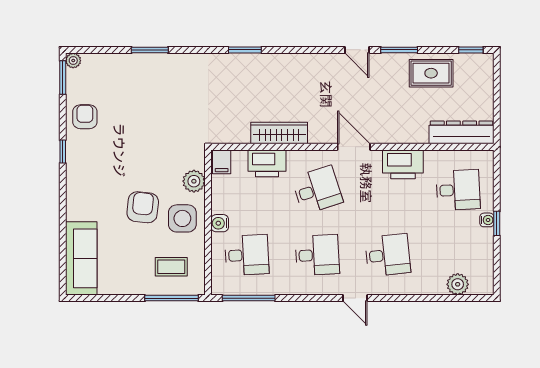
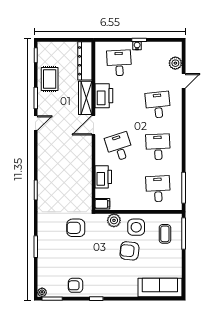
armchair: (181, 117) -> (76, 228), added
wardrobe: (279, 133) -> (85, 98), moved
water cooler: (220, 223) -> (139, 205), removed
door: (355, 298) -> (184, 81), moved

